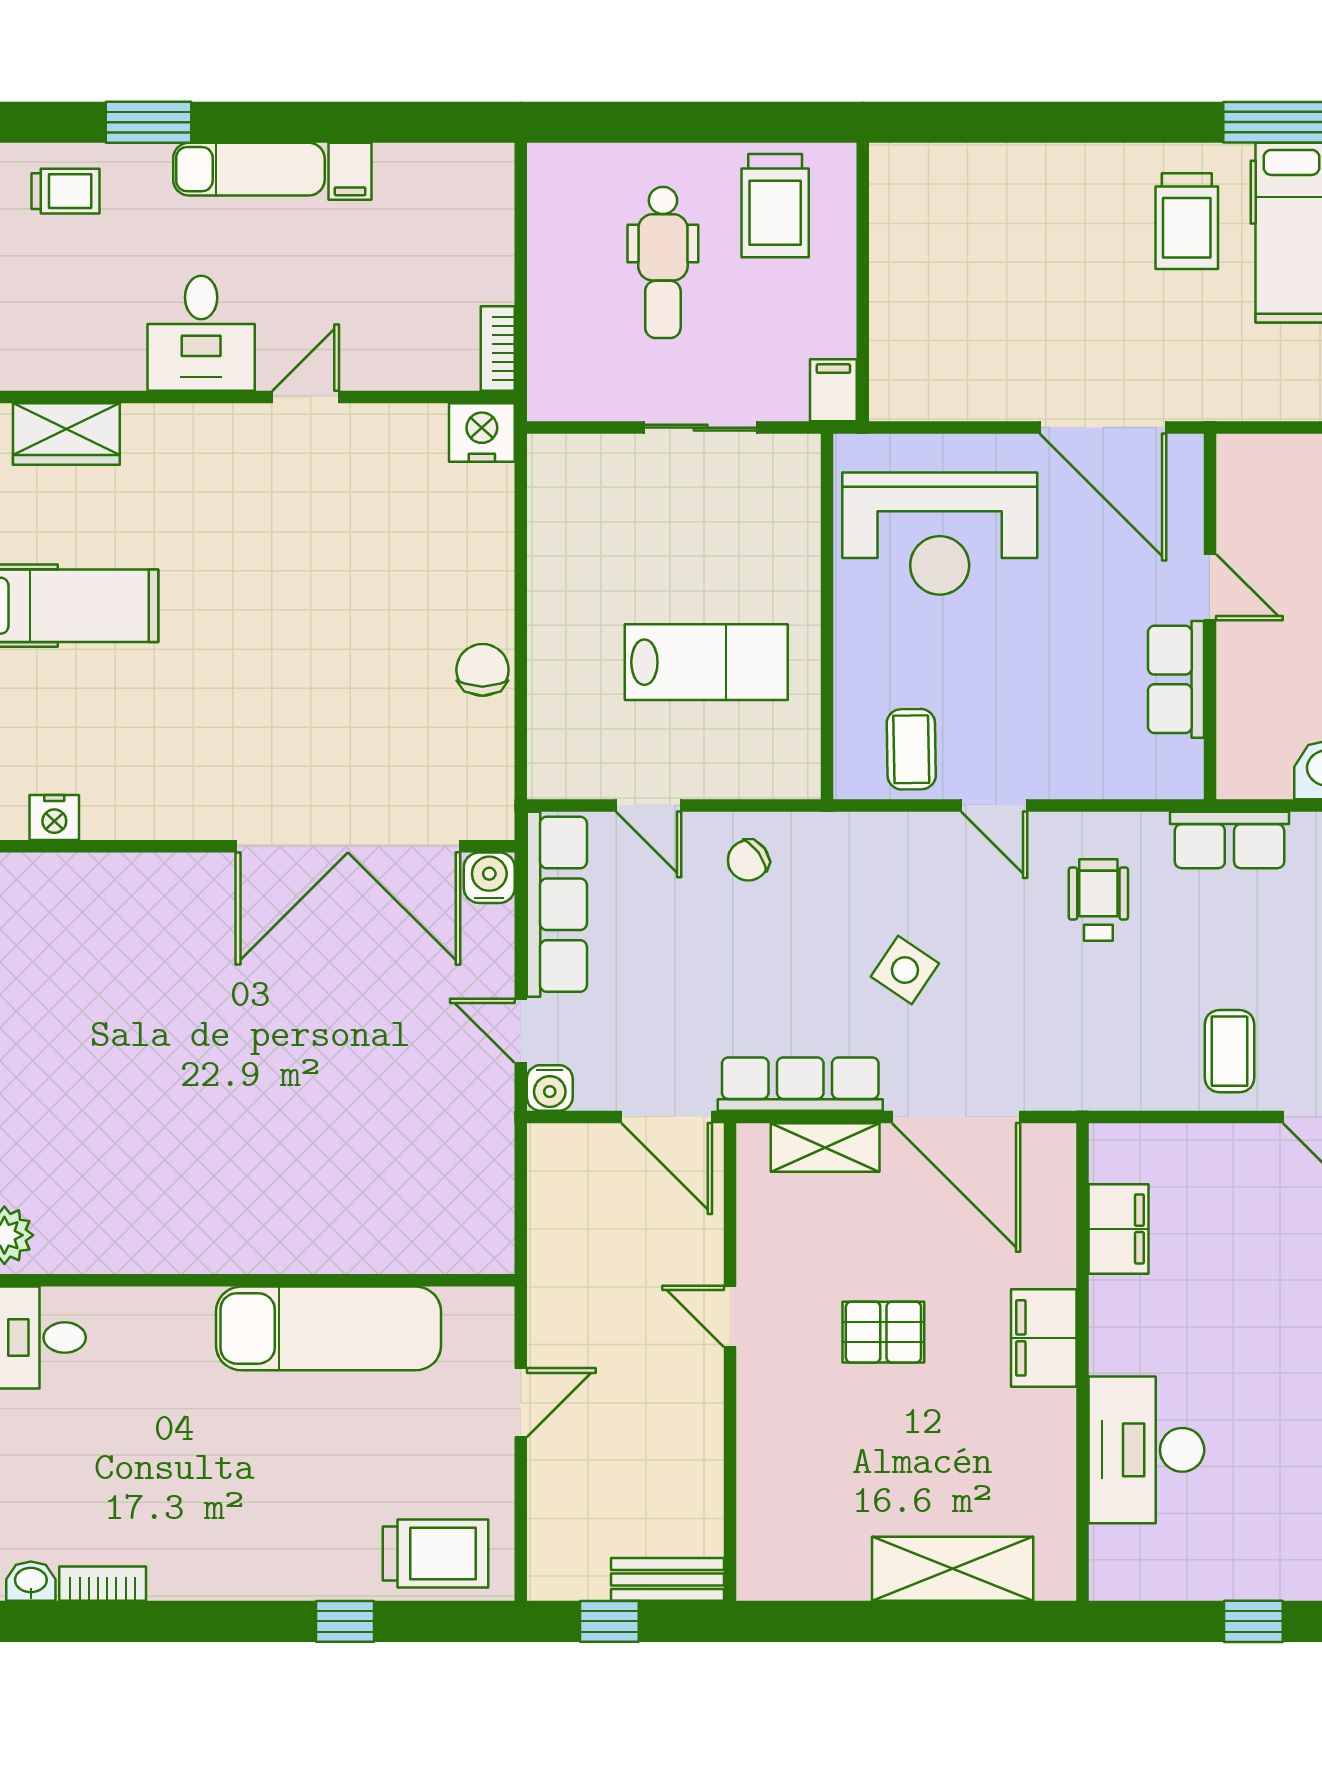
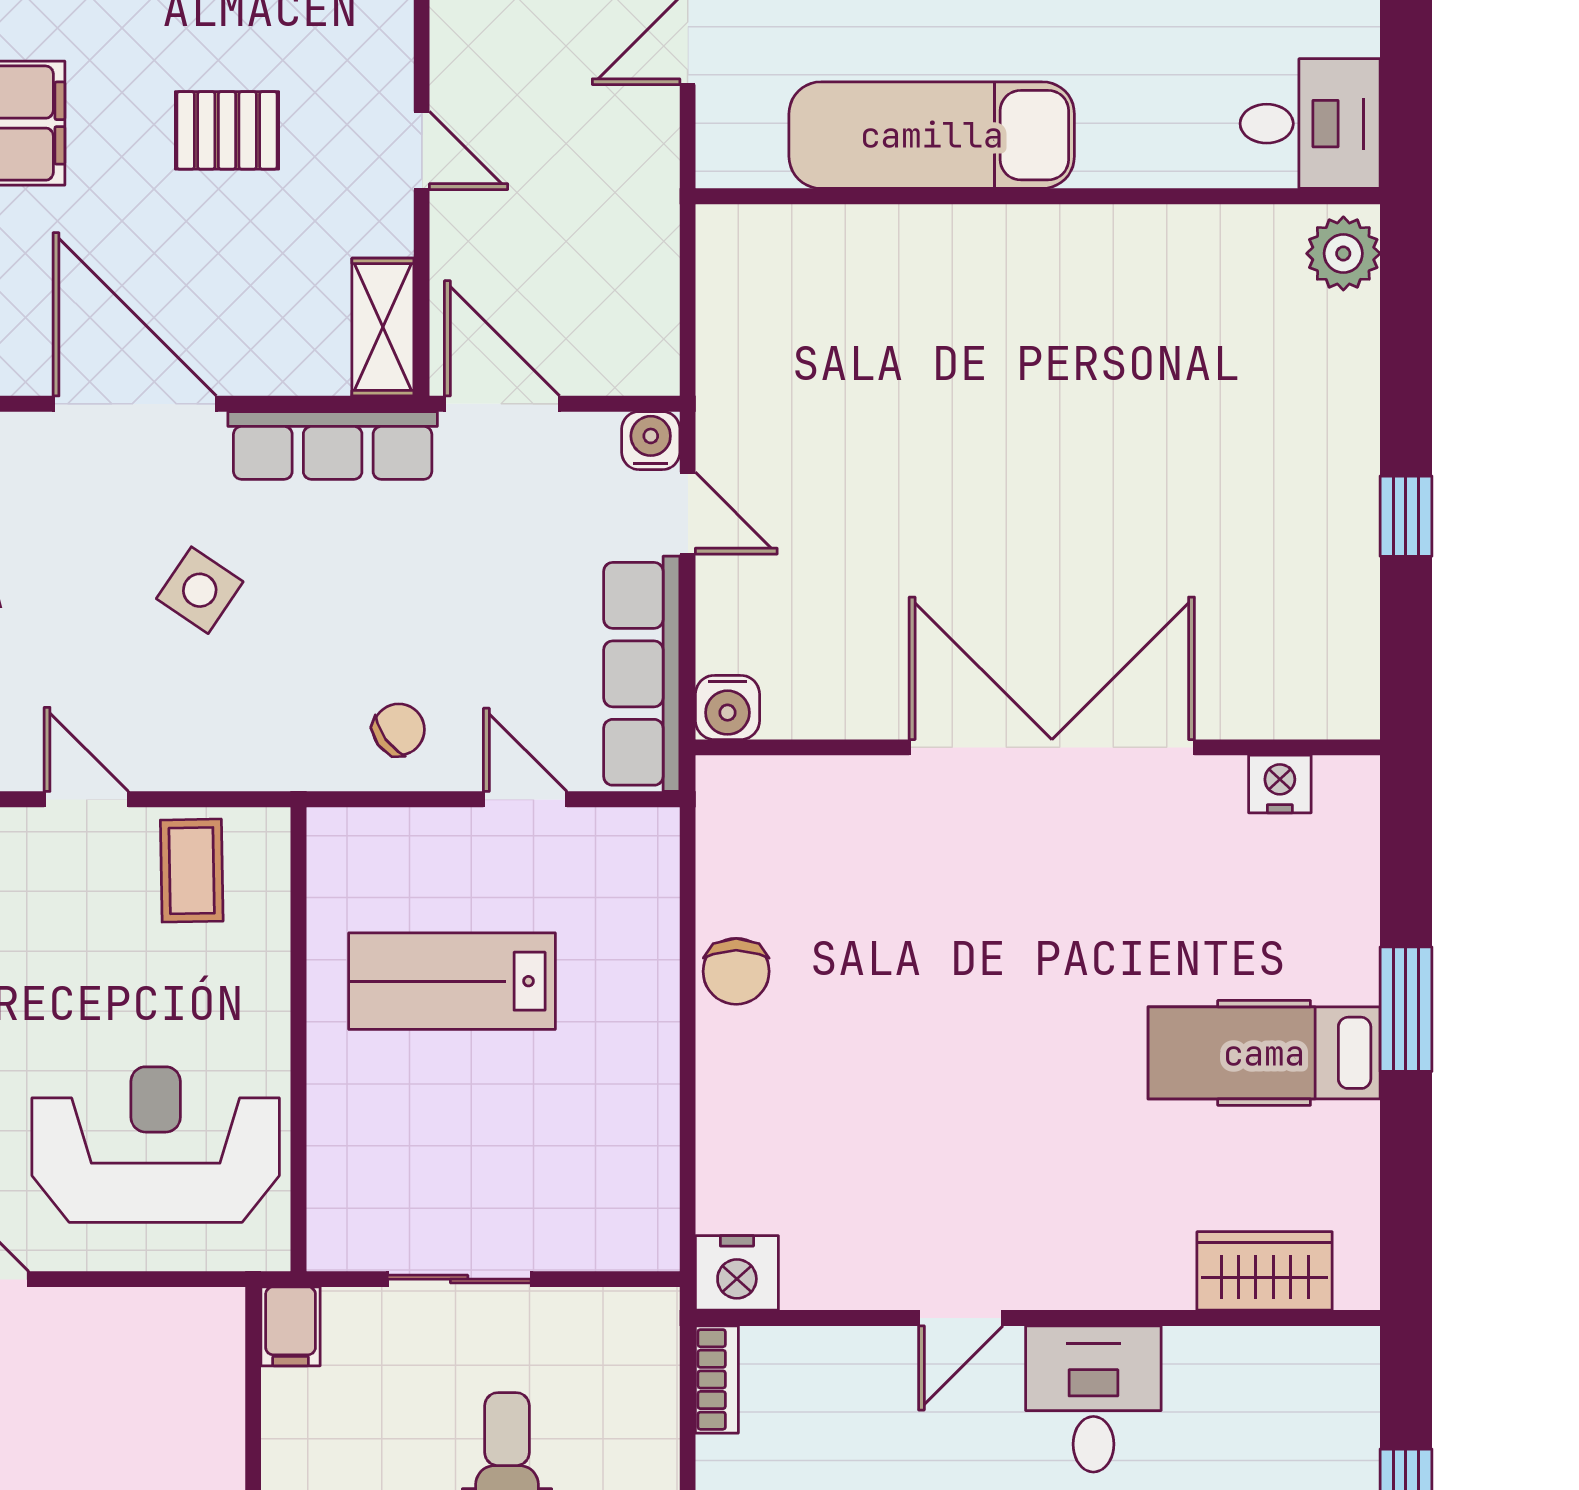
double door: (348, 846) -> (1052, 747), moved
shelving: (825, 1147) -> (383, 327), moved, turned 90

